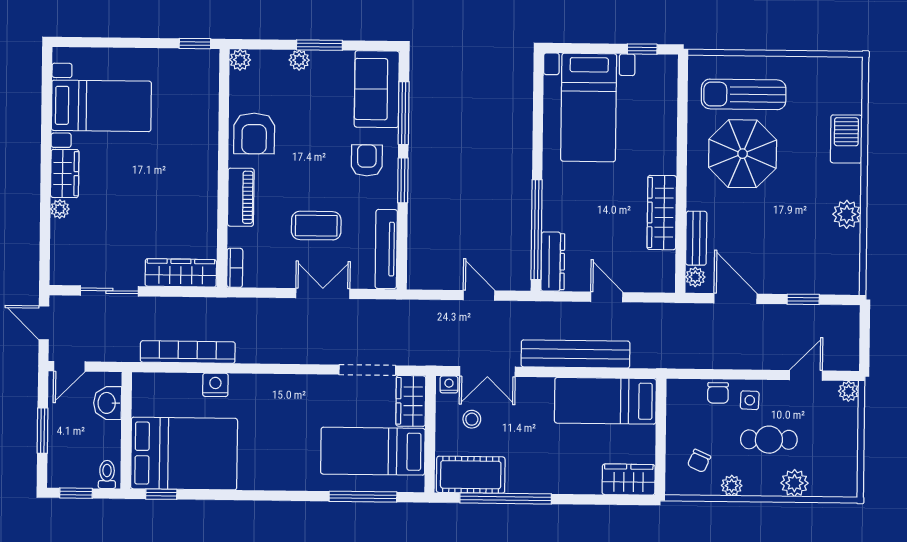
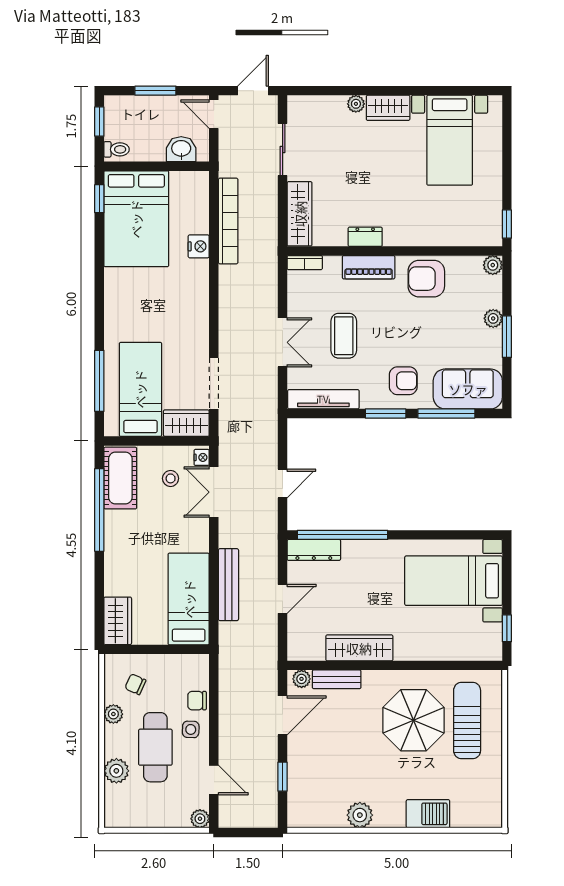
dresser: (207, 201) -> (365, 237), added
bench: (576, 354) -> (228, 585), width x0.73, depth x0.82
cafe table: (769, 440) -> (155, 747), width x1.37, depth x1.35

